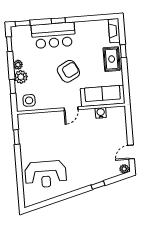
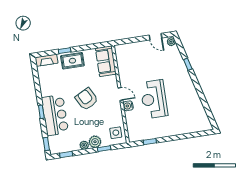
sofa: (103, 96) -> (106, 61), width x0.73
water cooler: (101, 113) -> (128, 106), moved
reception desk: (46, 174) -> (154, 99), moved, turned 180

